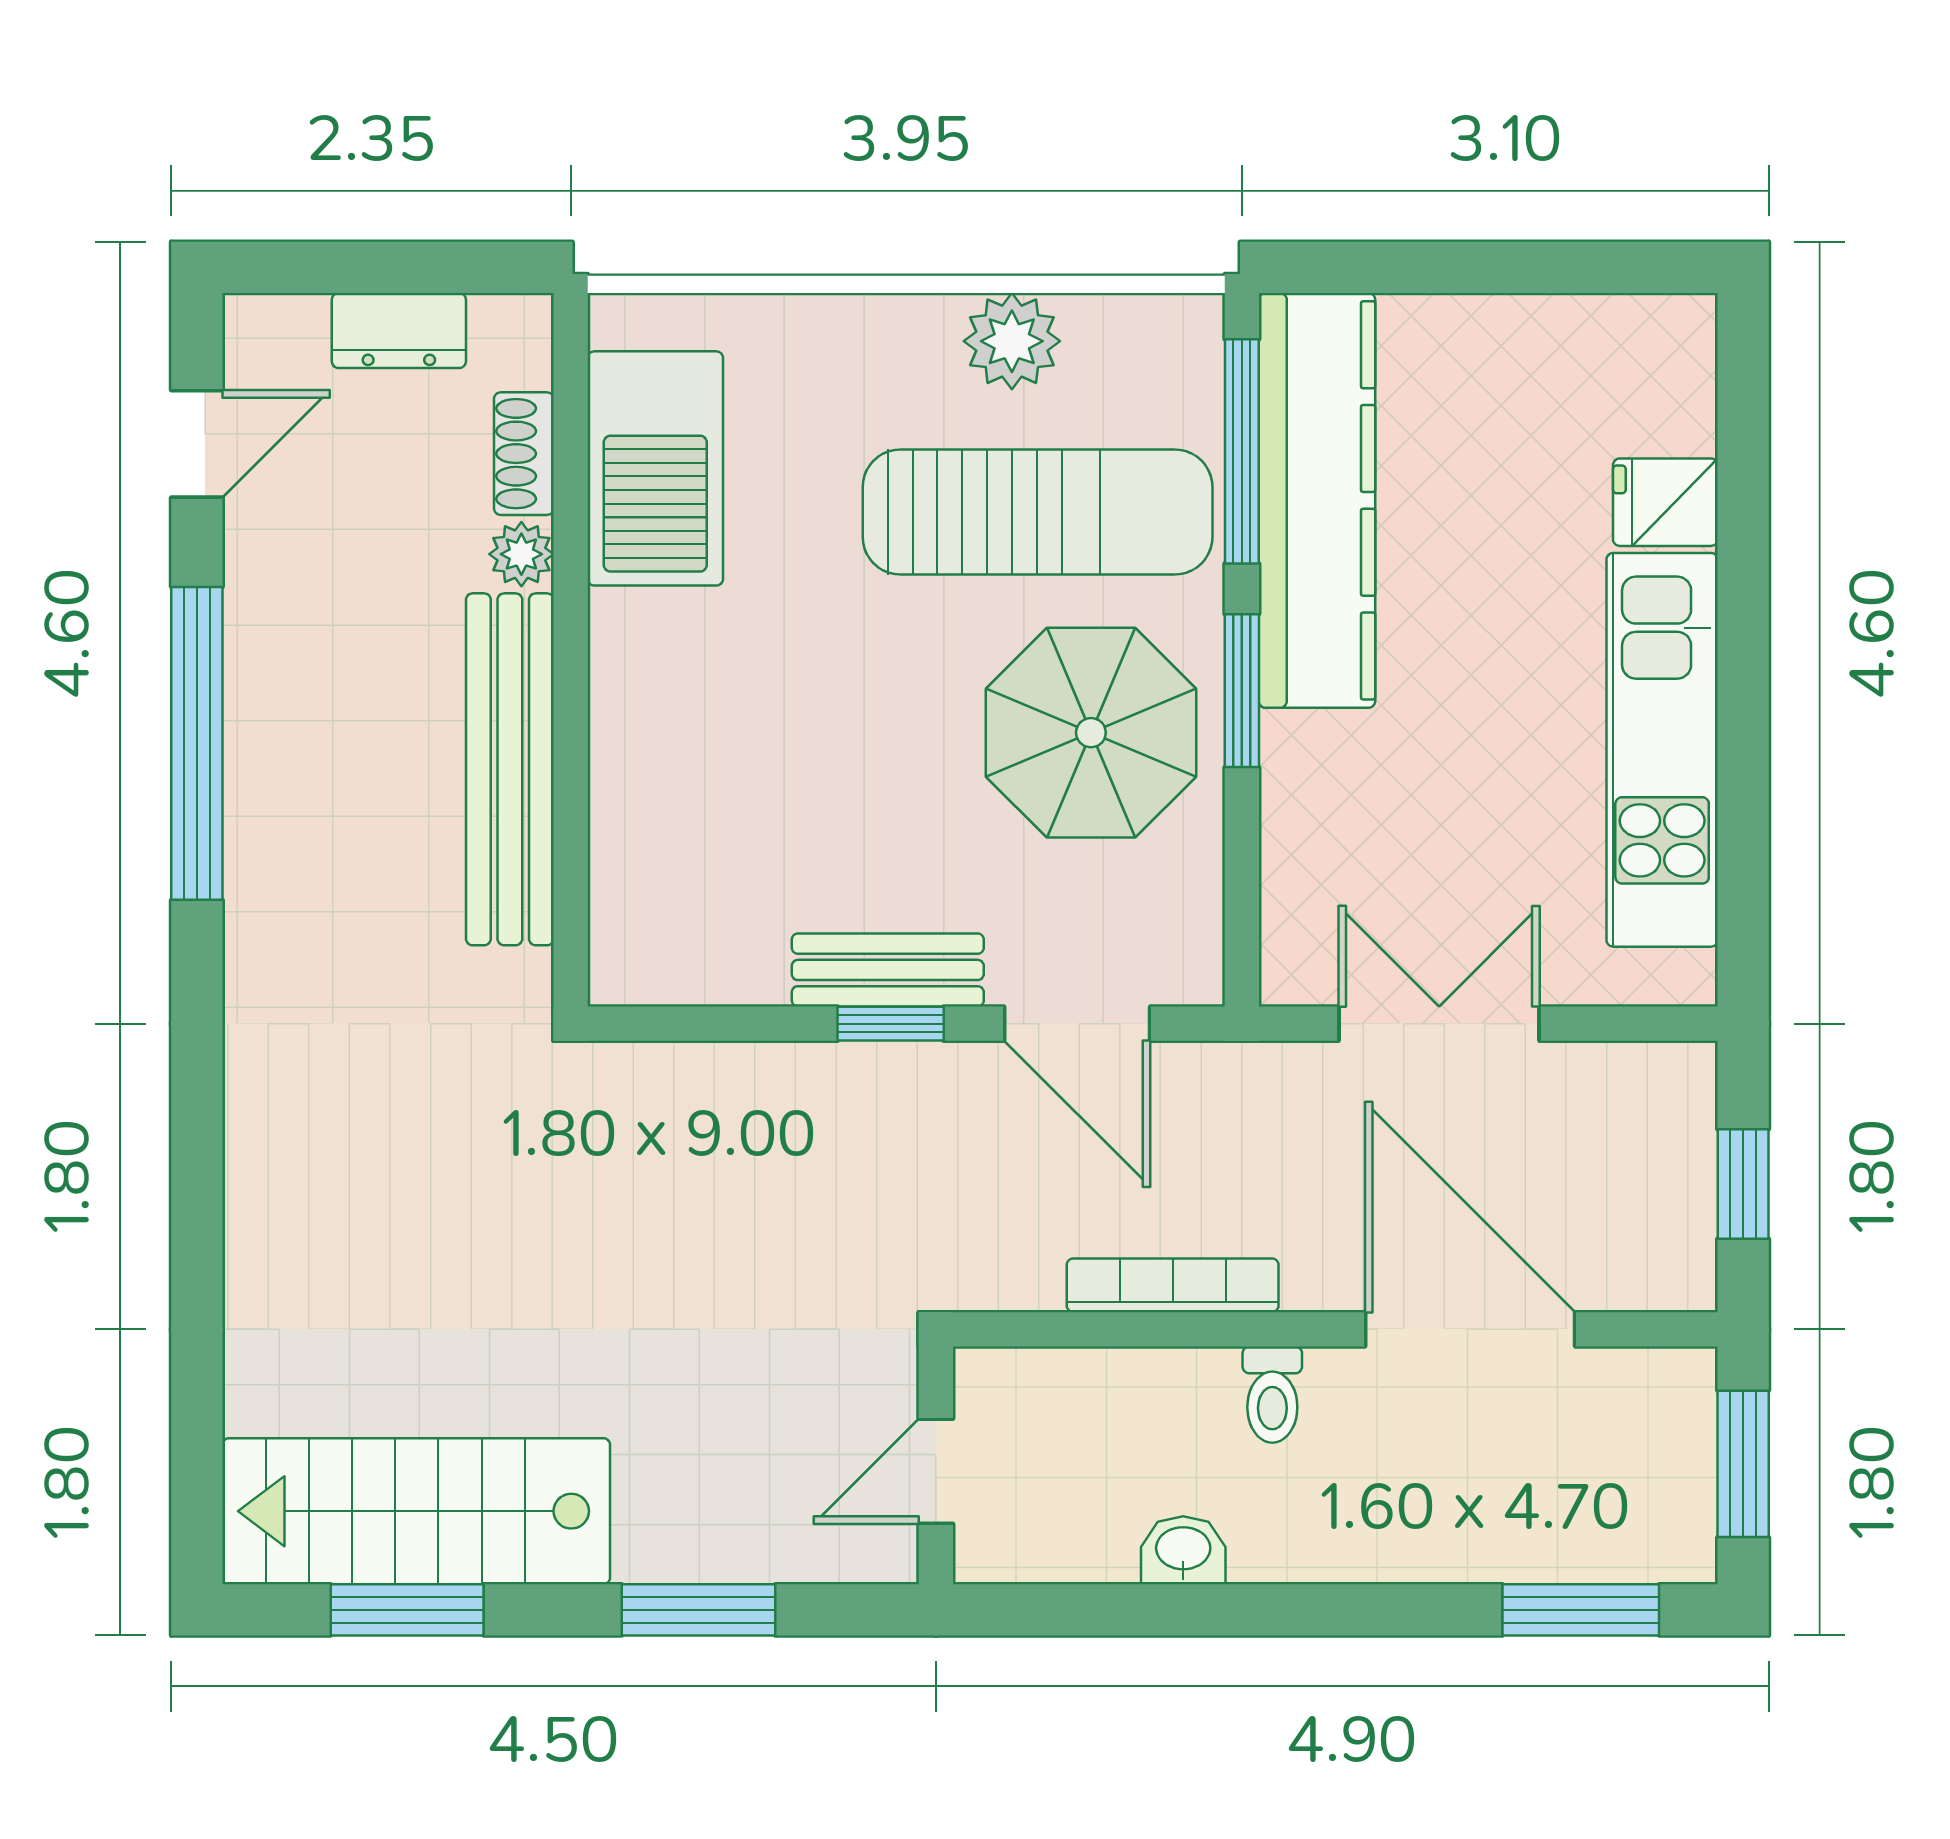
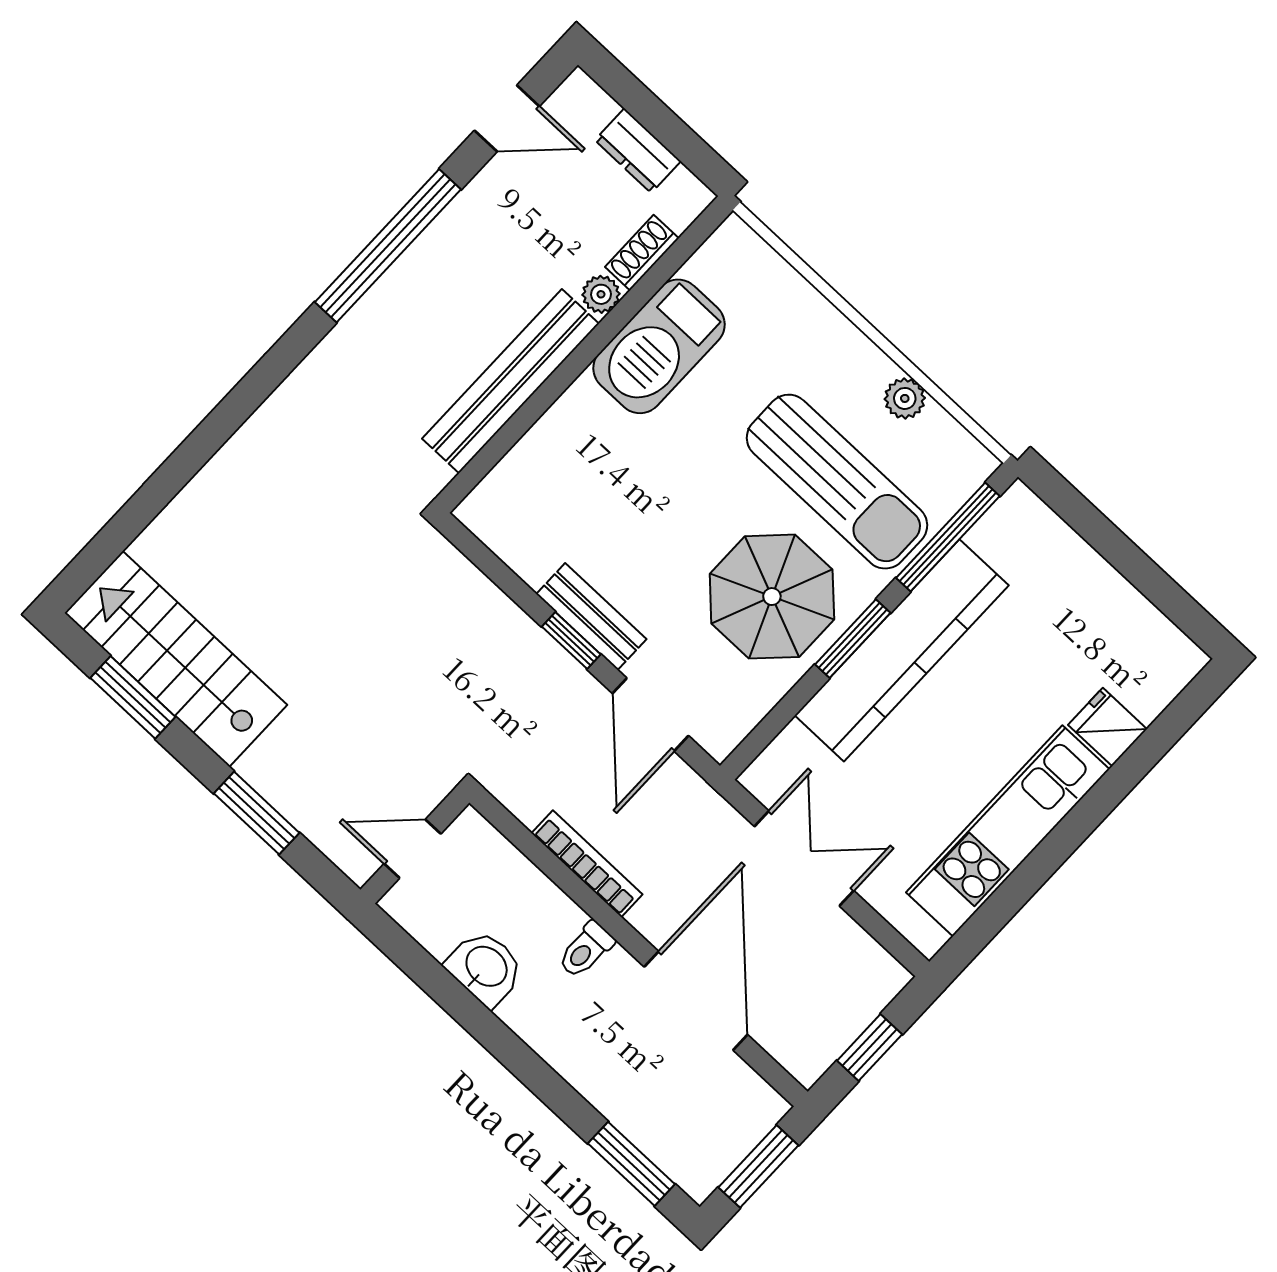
plant: (1012, 341) -> (905, 398), width x0.73, depth x0.73
barbecue: (655, 468) -> (659, 346), moved
kitchen counter: (1317, 500) -> (902, 650), moved
washbasin: (1183, 1550) -> (485, 968), width x1.38, depth x1.45

